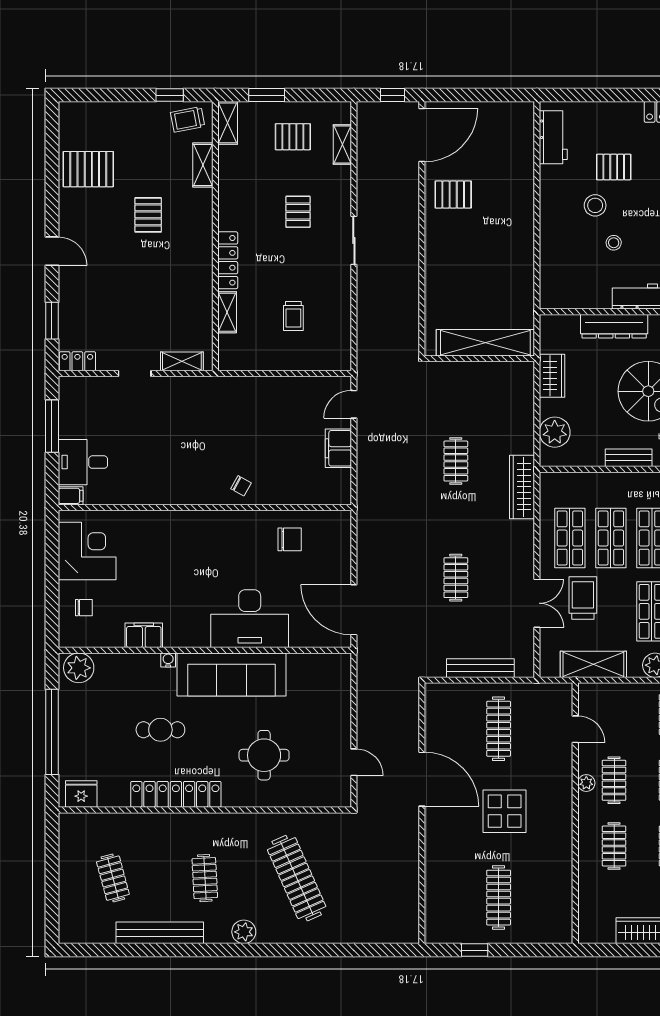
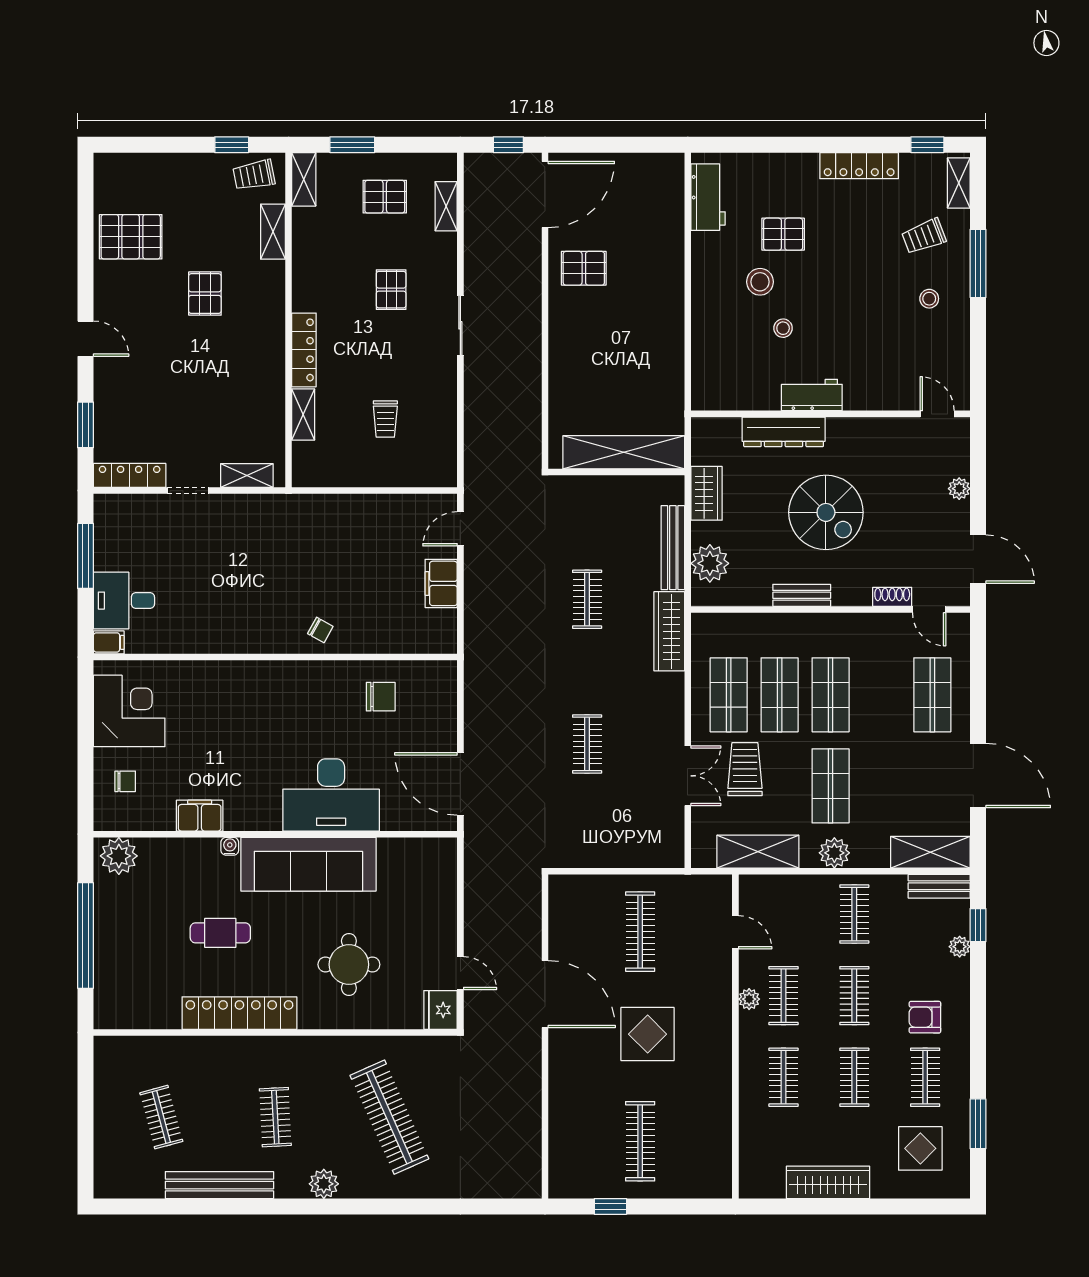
locker: (77, 361) -> (130, 475), width x1.53
bench: (480, 668) -> (673, 548), moved, turned 90
fridge: (81, 794) -> (441, 1010), moved, turned -90

